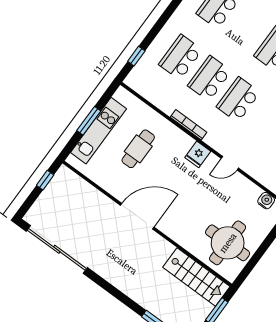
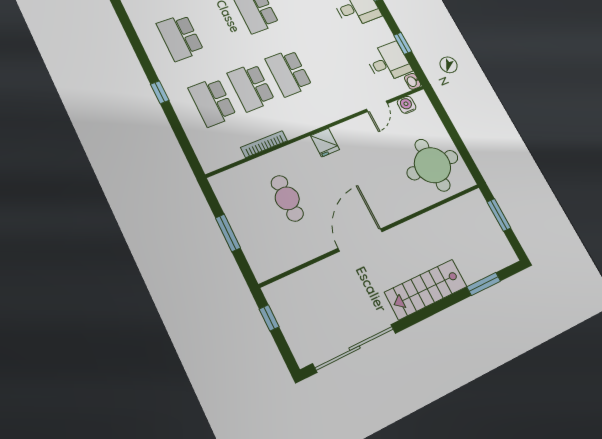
window: (136, 56) -> (160, 92), moved
bookcase: (189, 125) -> (264, 144), moved
kitchen unit: (98, 131) -> (245, 229), removed
door: (230, 163) -> (377, 106), moved
stairs: (196, 277) -> (426, 289), moved, turned 180

